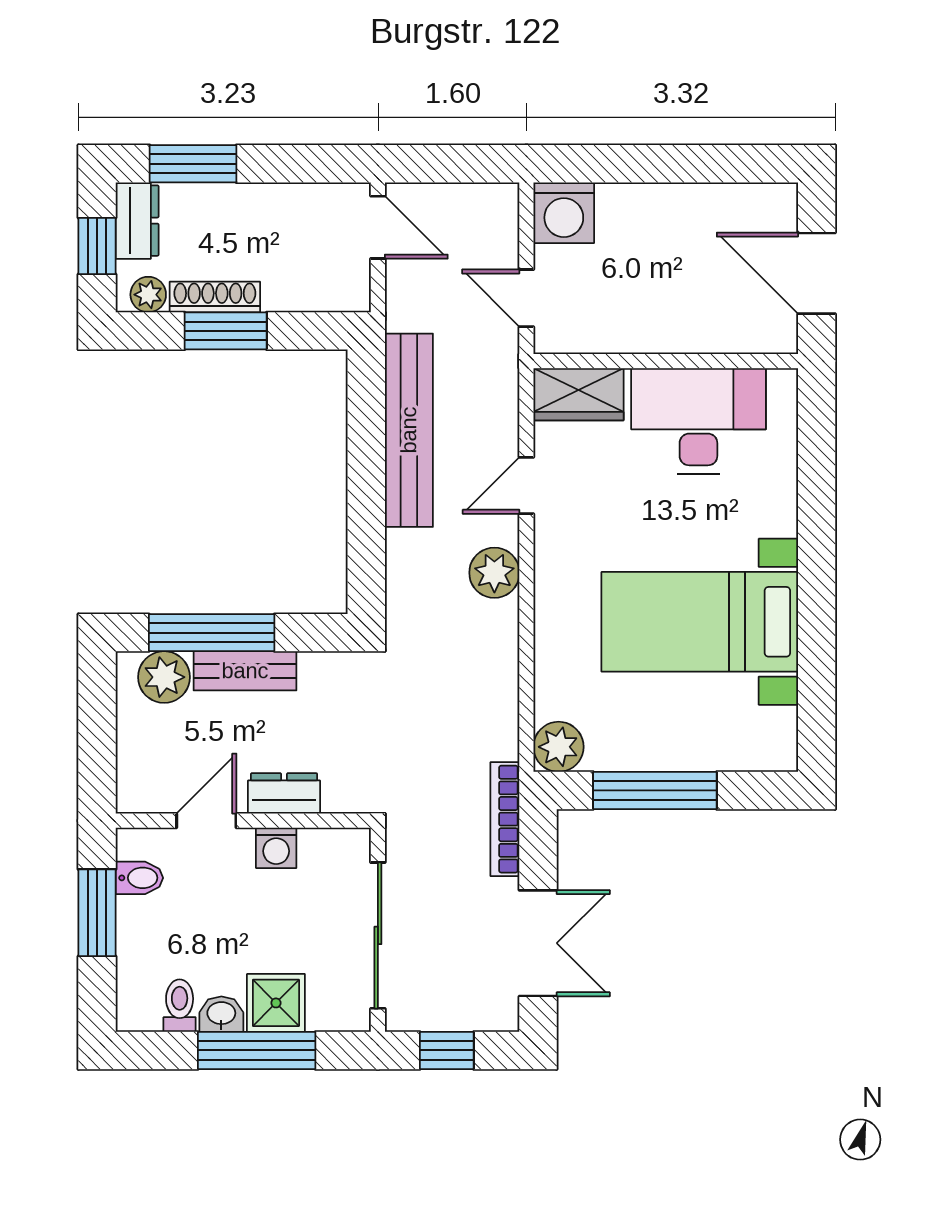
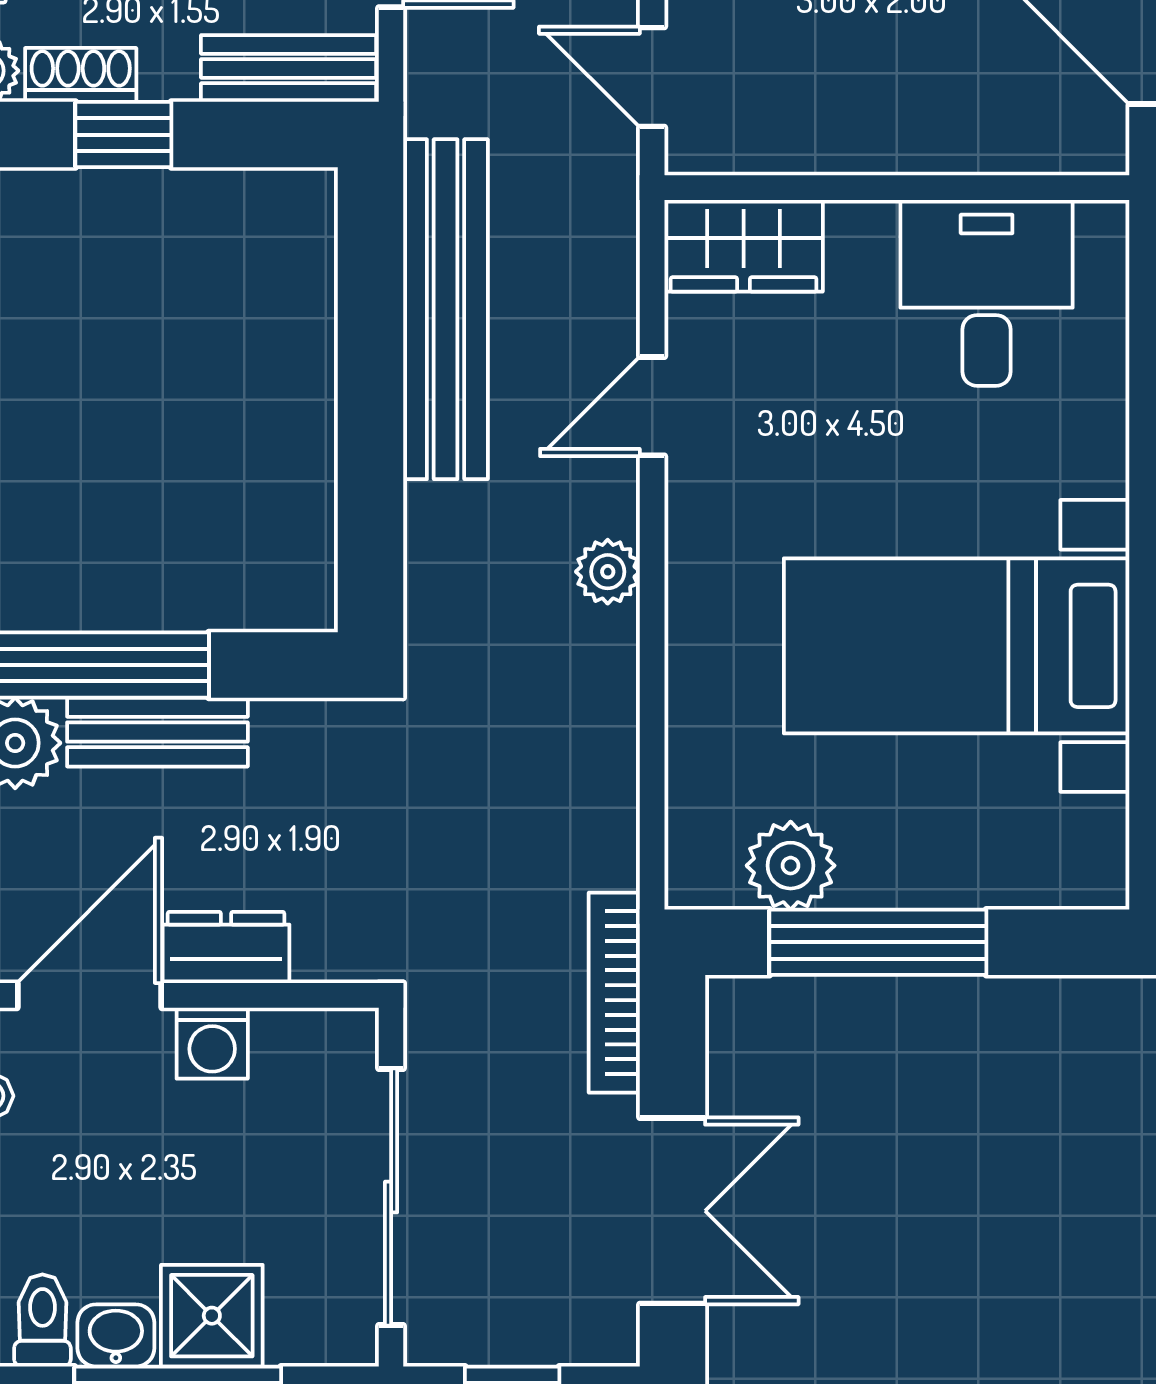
bench: (320, 293) -> (289, 68), added
shoe rack: (215, 297) -> (81, 75), width x0.70
window: (226, 331) -> (123, 135), width x0.67
desk: (698, 421) -> (987, 293), width x0.73
plant: (494, 573) -> (608, 572), width x0.73, depth x0.73
plant: (559, 747) -> (791, 866), moved
door: (206, 821) -> (89, 995), width x1.38

